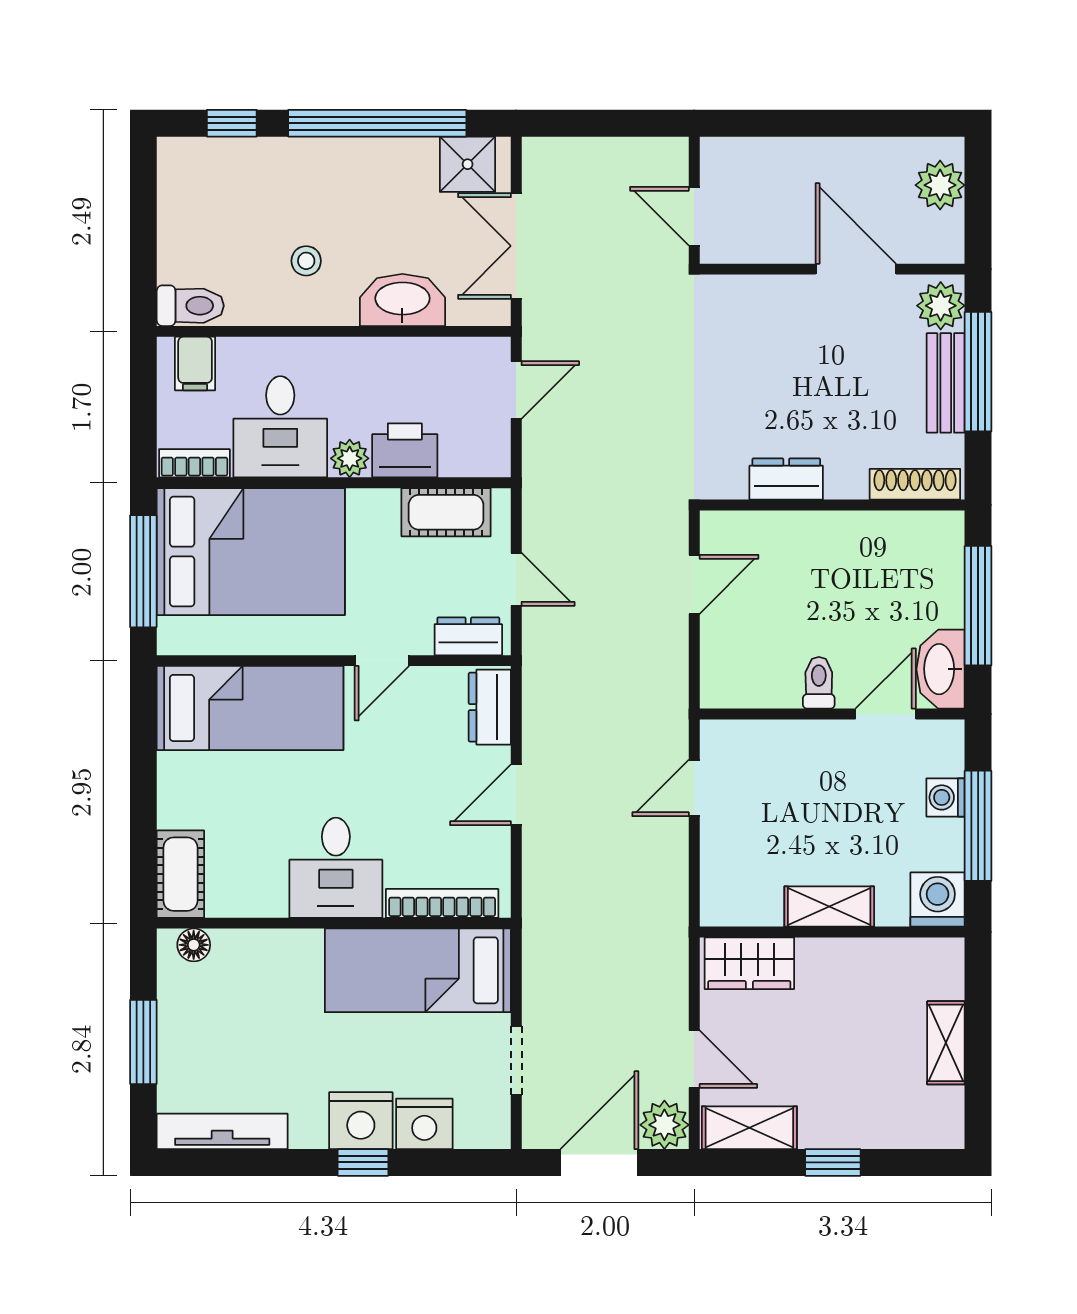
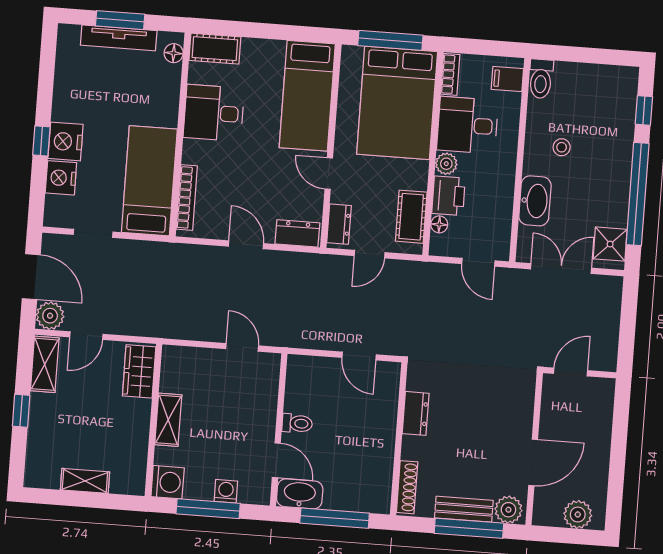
floor lamp: (456, 463) -> (439, 224), added
desk: (336, 868) -> (214, 113), moved
tv unit: (222, 1131) -> (119, 38), moved, turned 90

